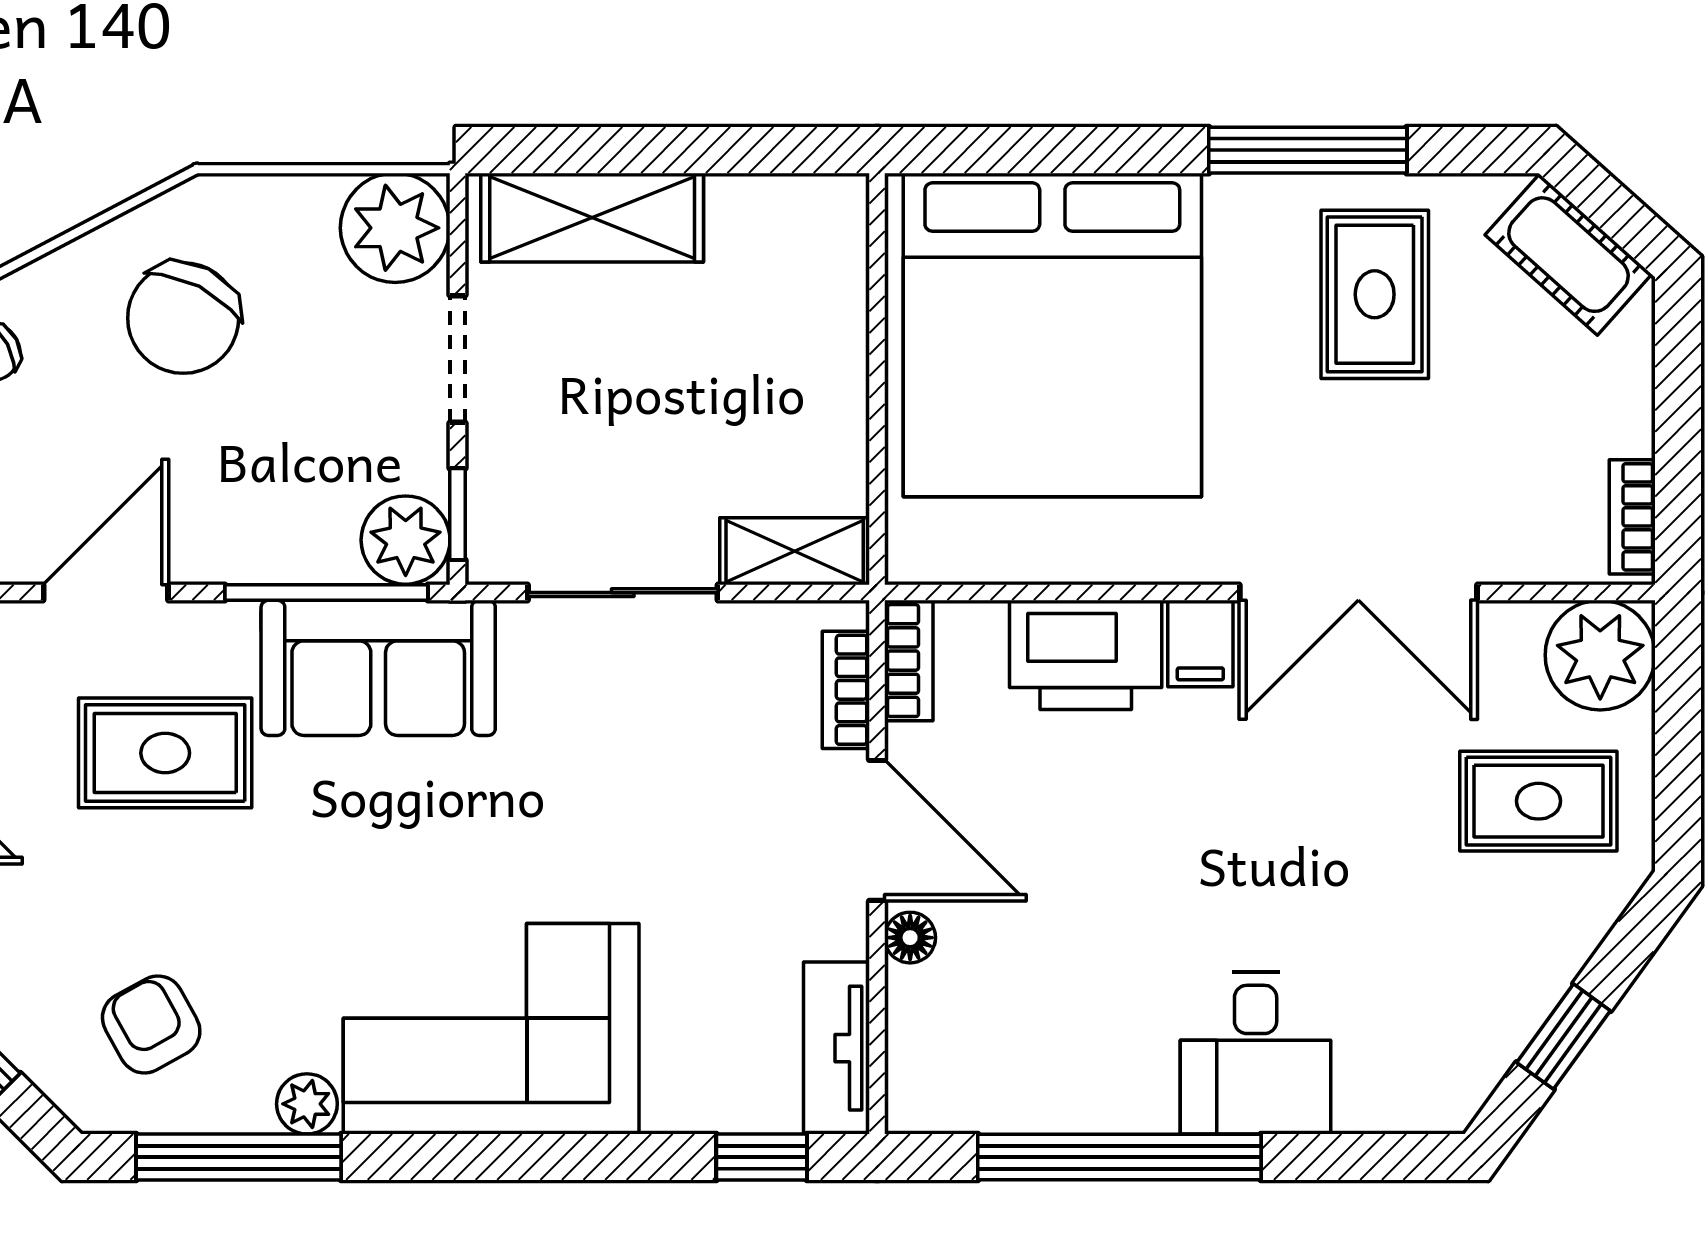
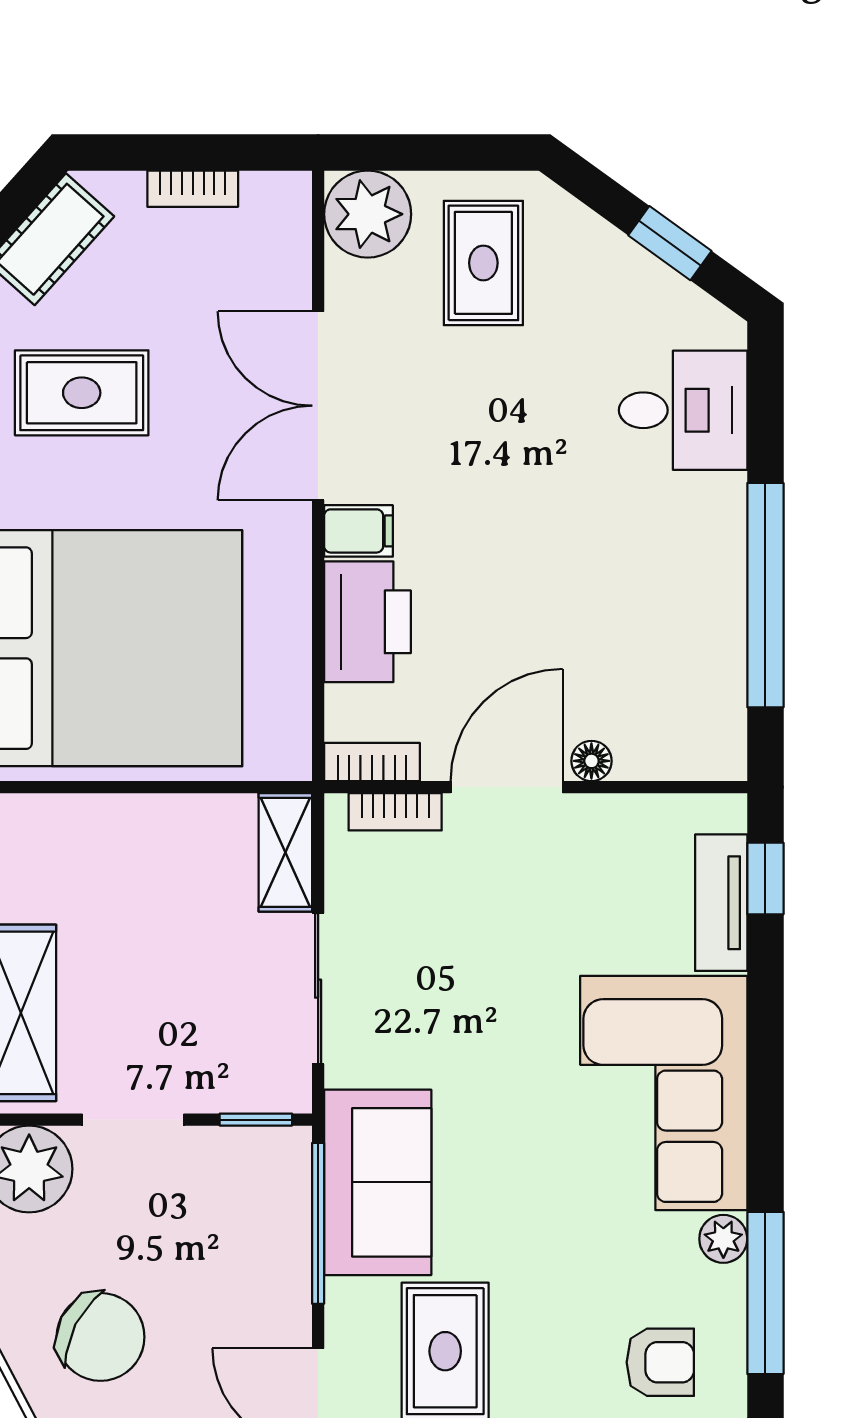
bookcase: (1632, 517) -> (193, 189), moved
plant: (406, 540) -> (276, 1161), removed
double door: (1358, 593) -> (318, 406), swing flipped
armchair: (151, 1024) -> (660, 1362), turned -151
tv unit: (837, 1048) -> (721, 903), moved, turned 90
desk: (1256, 1053) -> (683, 410), moved

